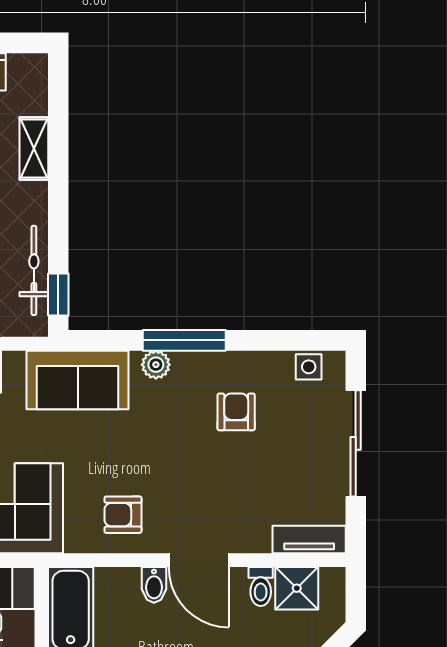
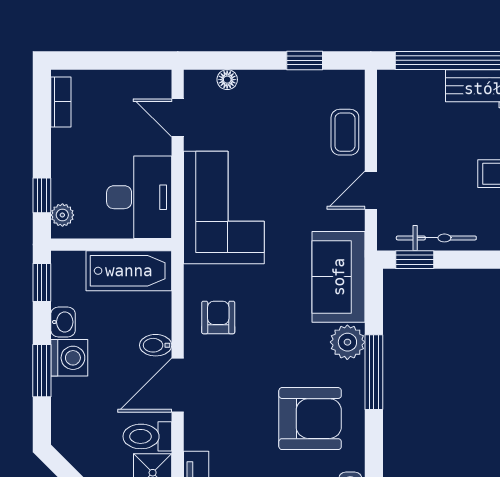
plant: (156, 365) -> (347, 342), width x1.38, depth x1.38
armchair: (236, 412) -> (310, 419), width x1.88, depth x1.88
toilet: (261, 586) -> (147, 436), width x1.37, depth x1.39

